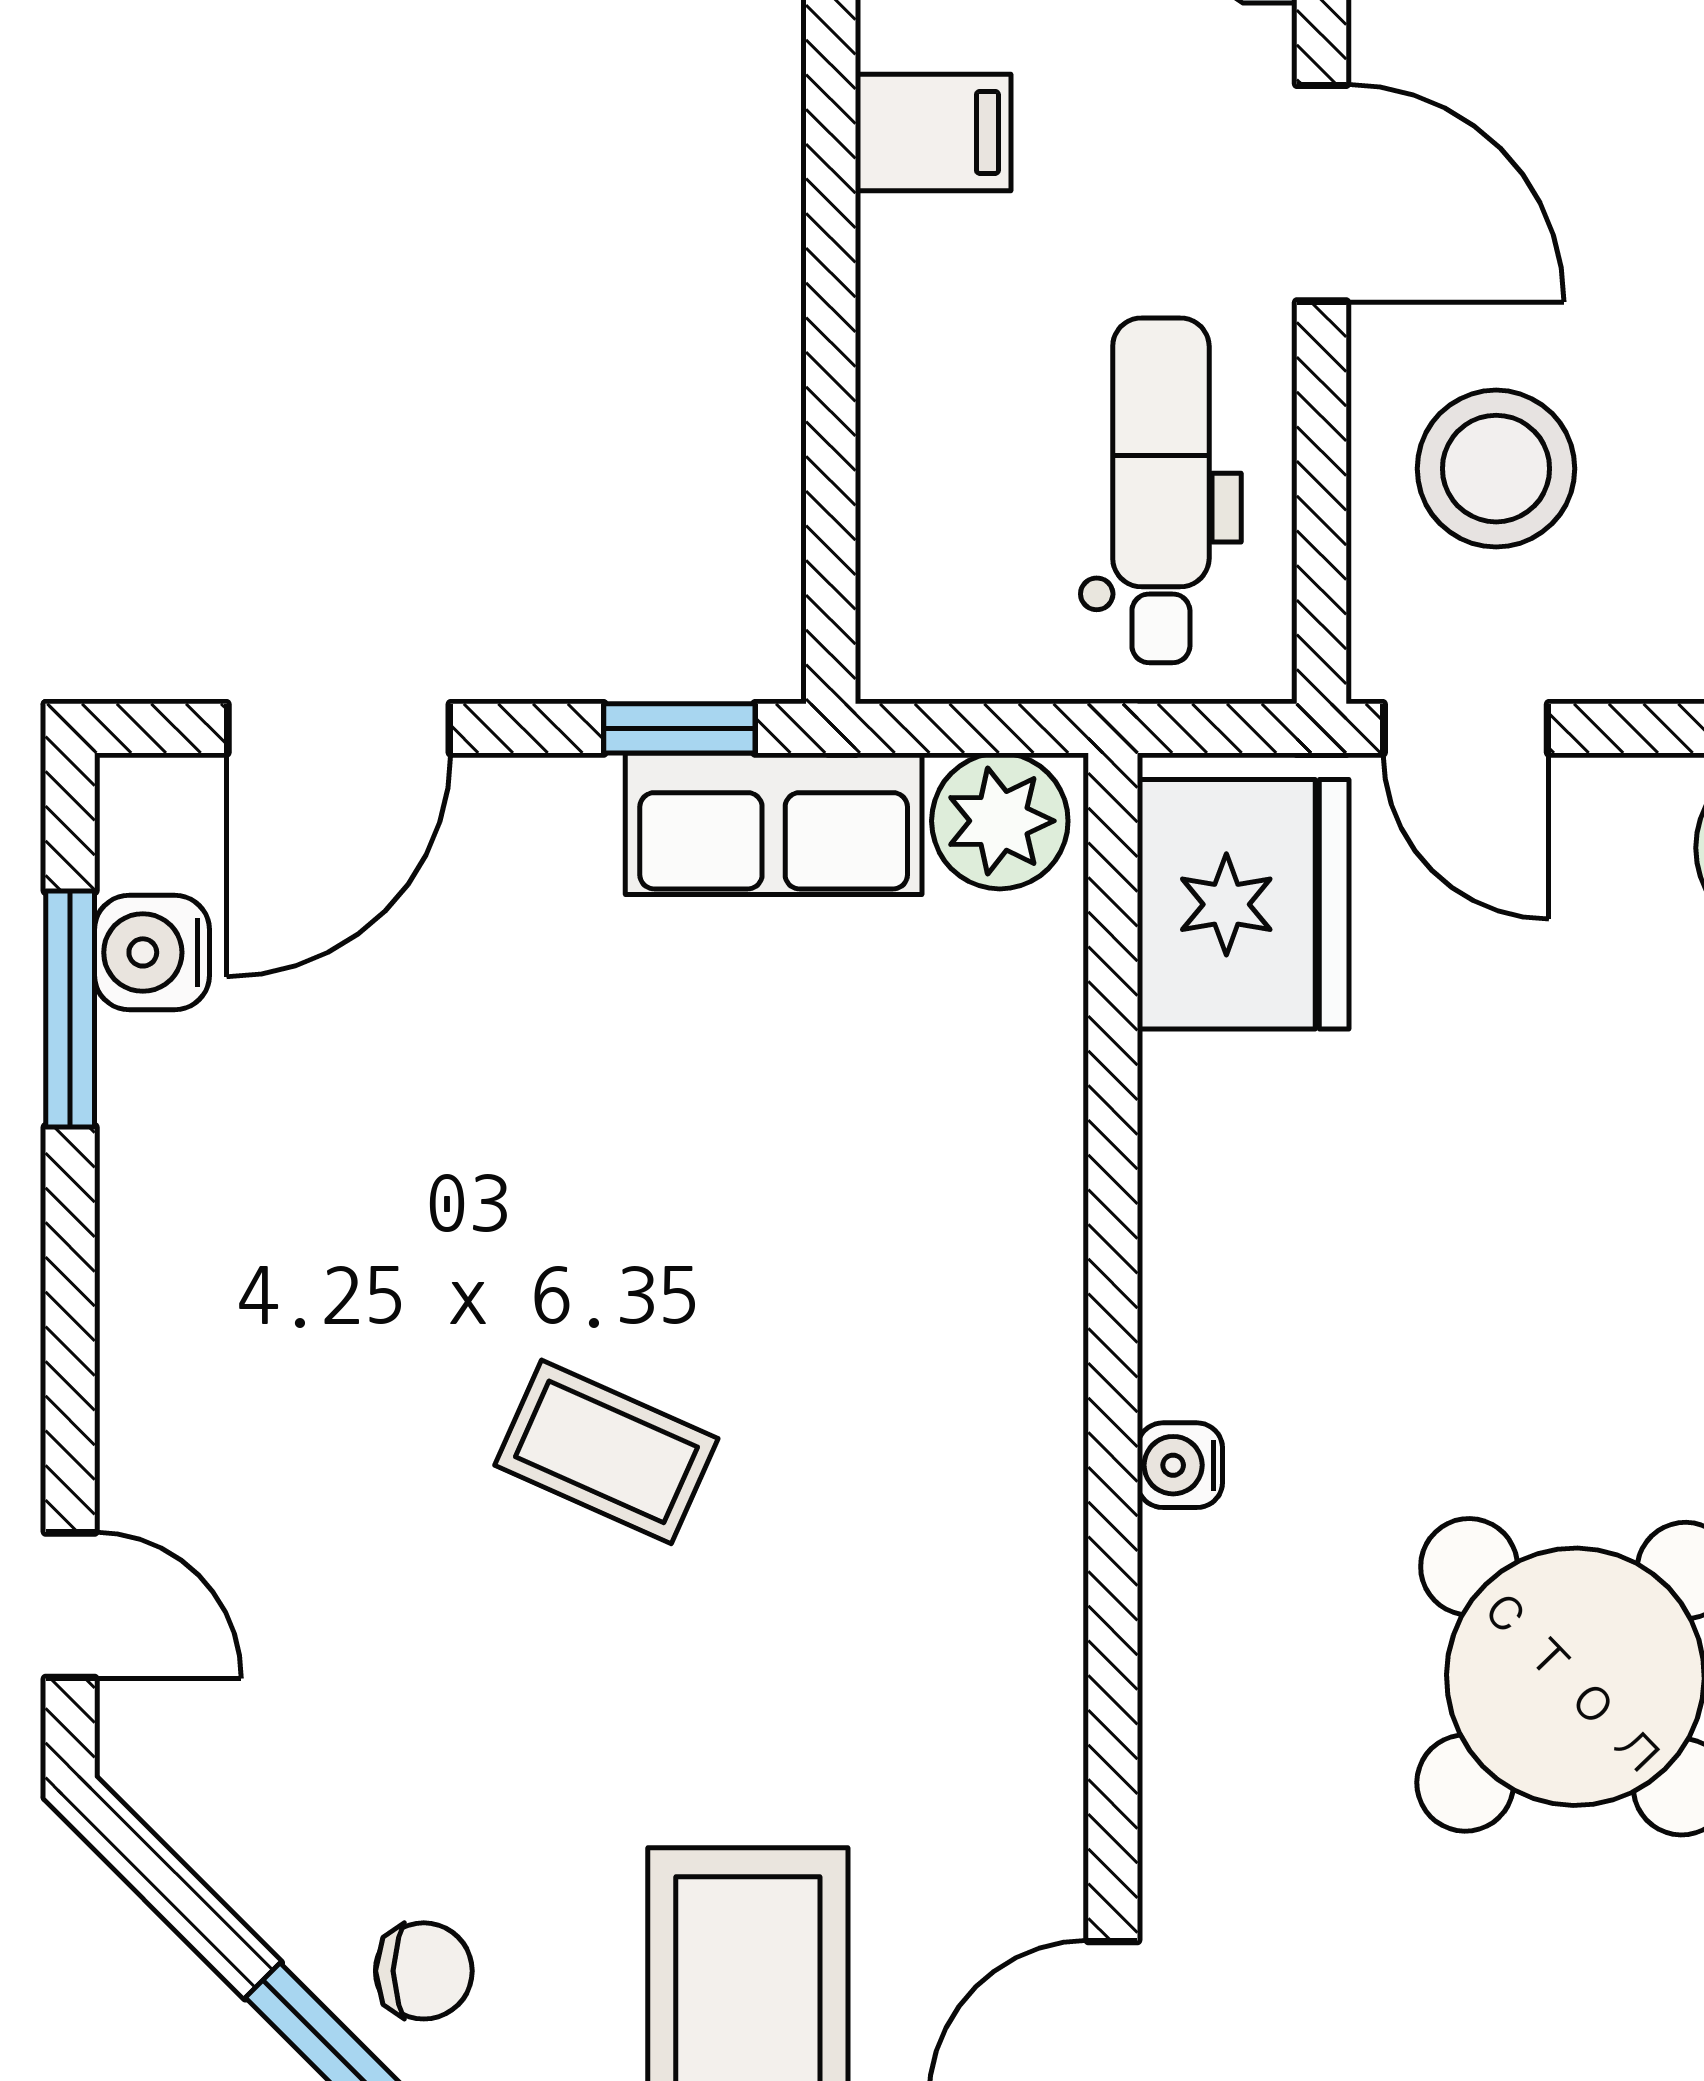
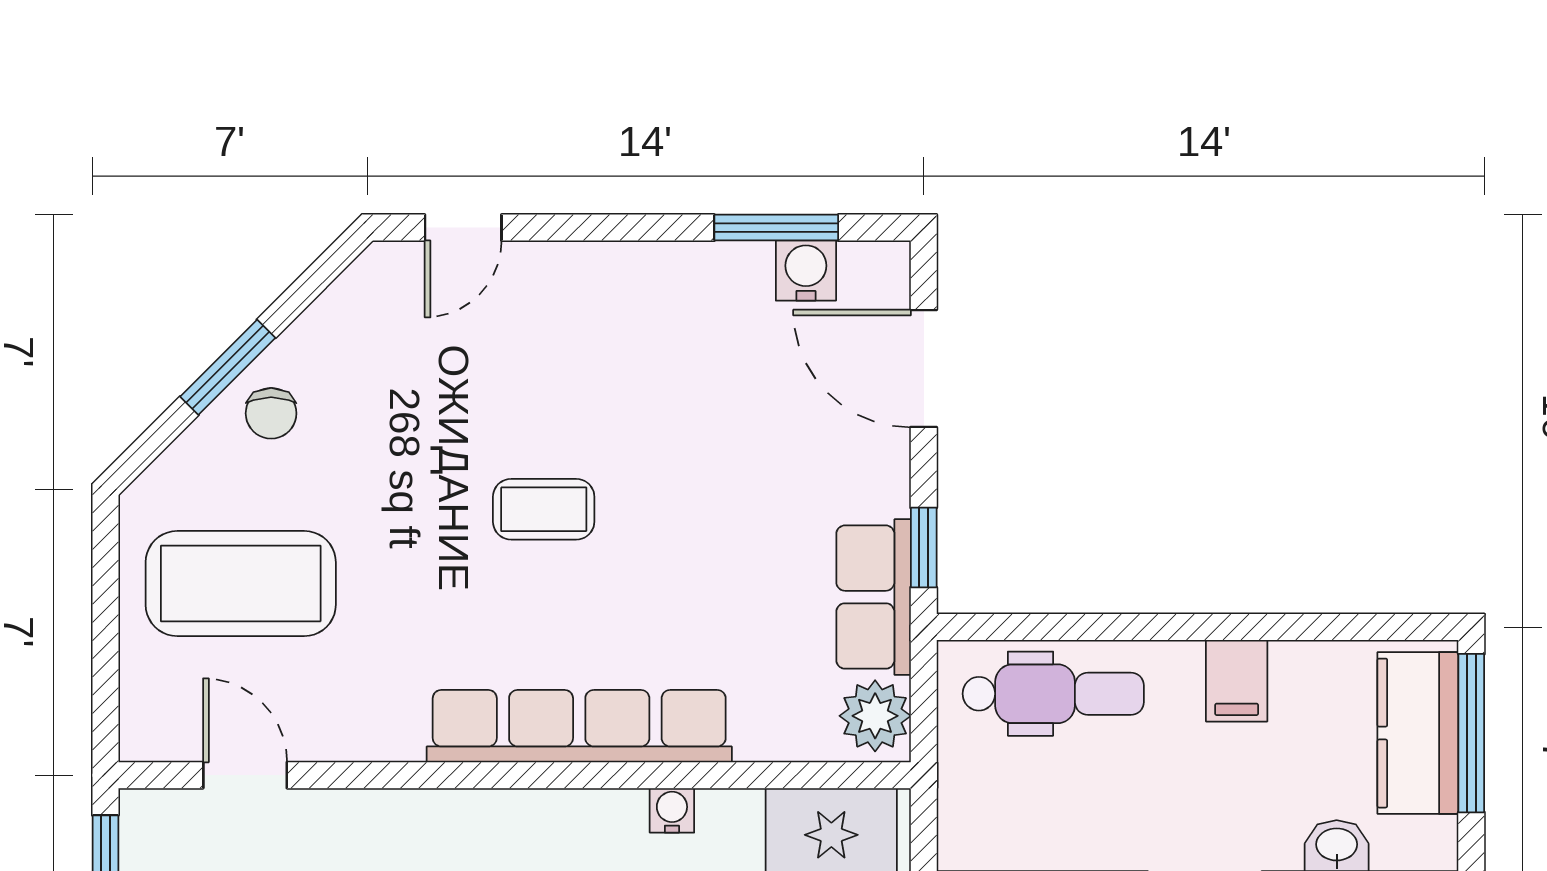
dental chair: (1161, 490) -> (1053, 694), moved
row of seats: (1020, 1384) -> (579, 726), added
coffee table: (606, 1452) -> (544, 509), turned 66
water cooler: (1180, 1465) -> (672, 810), moved

